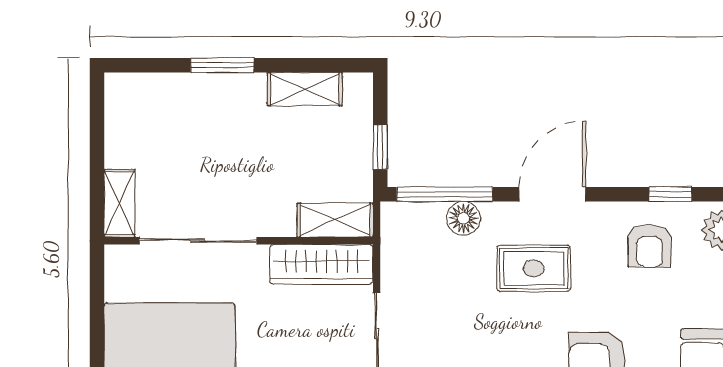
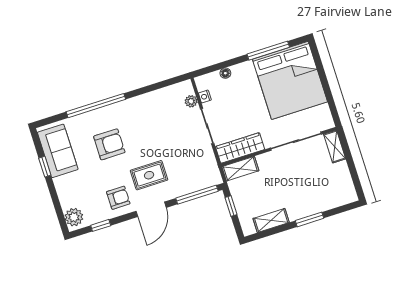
floor lamp: (464, 218) -> (186, 187), removed
armchair: (650, 246) -> (118, 198), moved, turned 90

